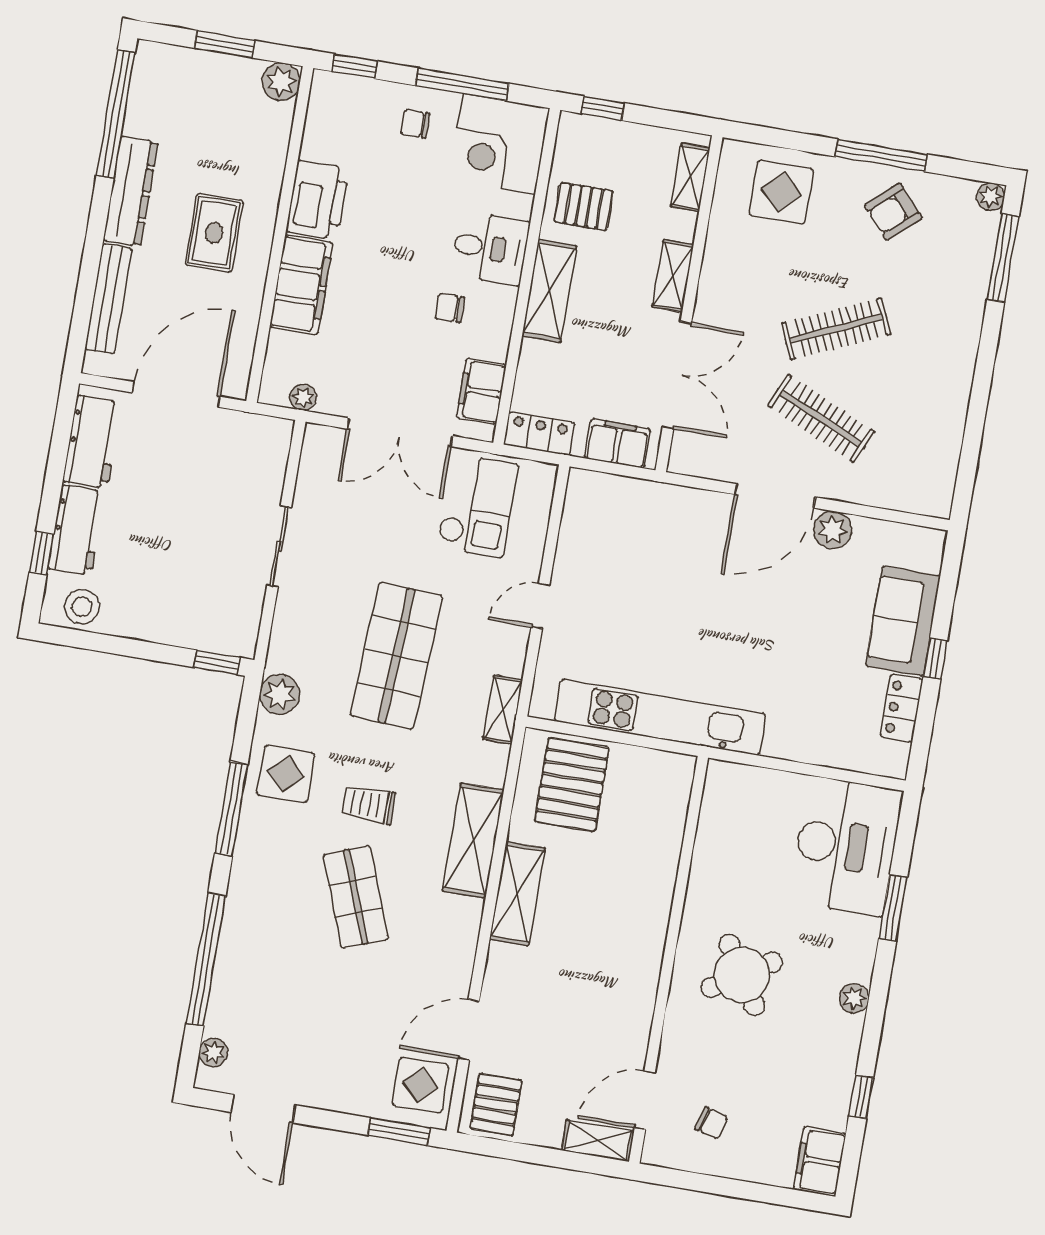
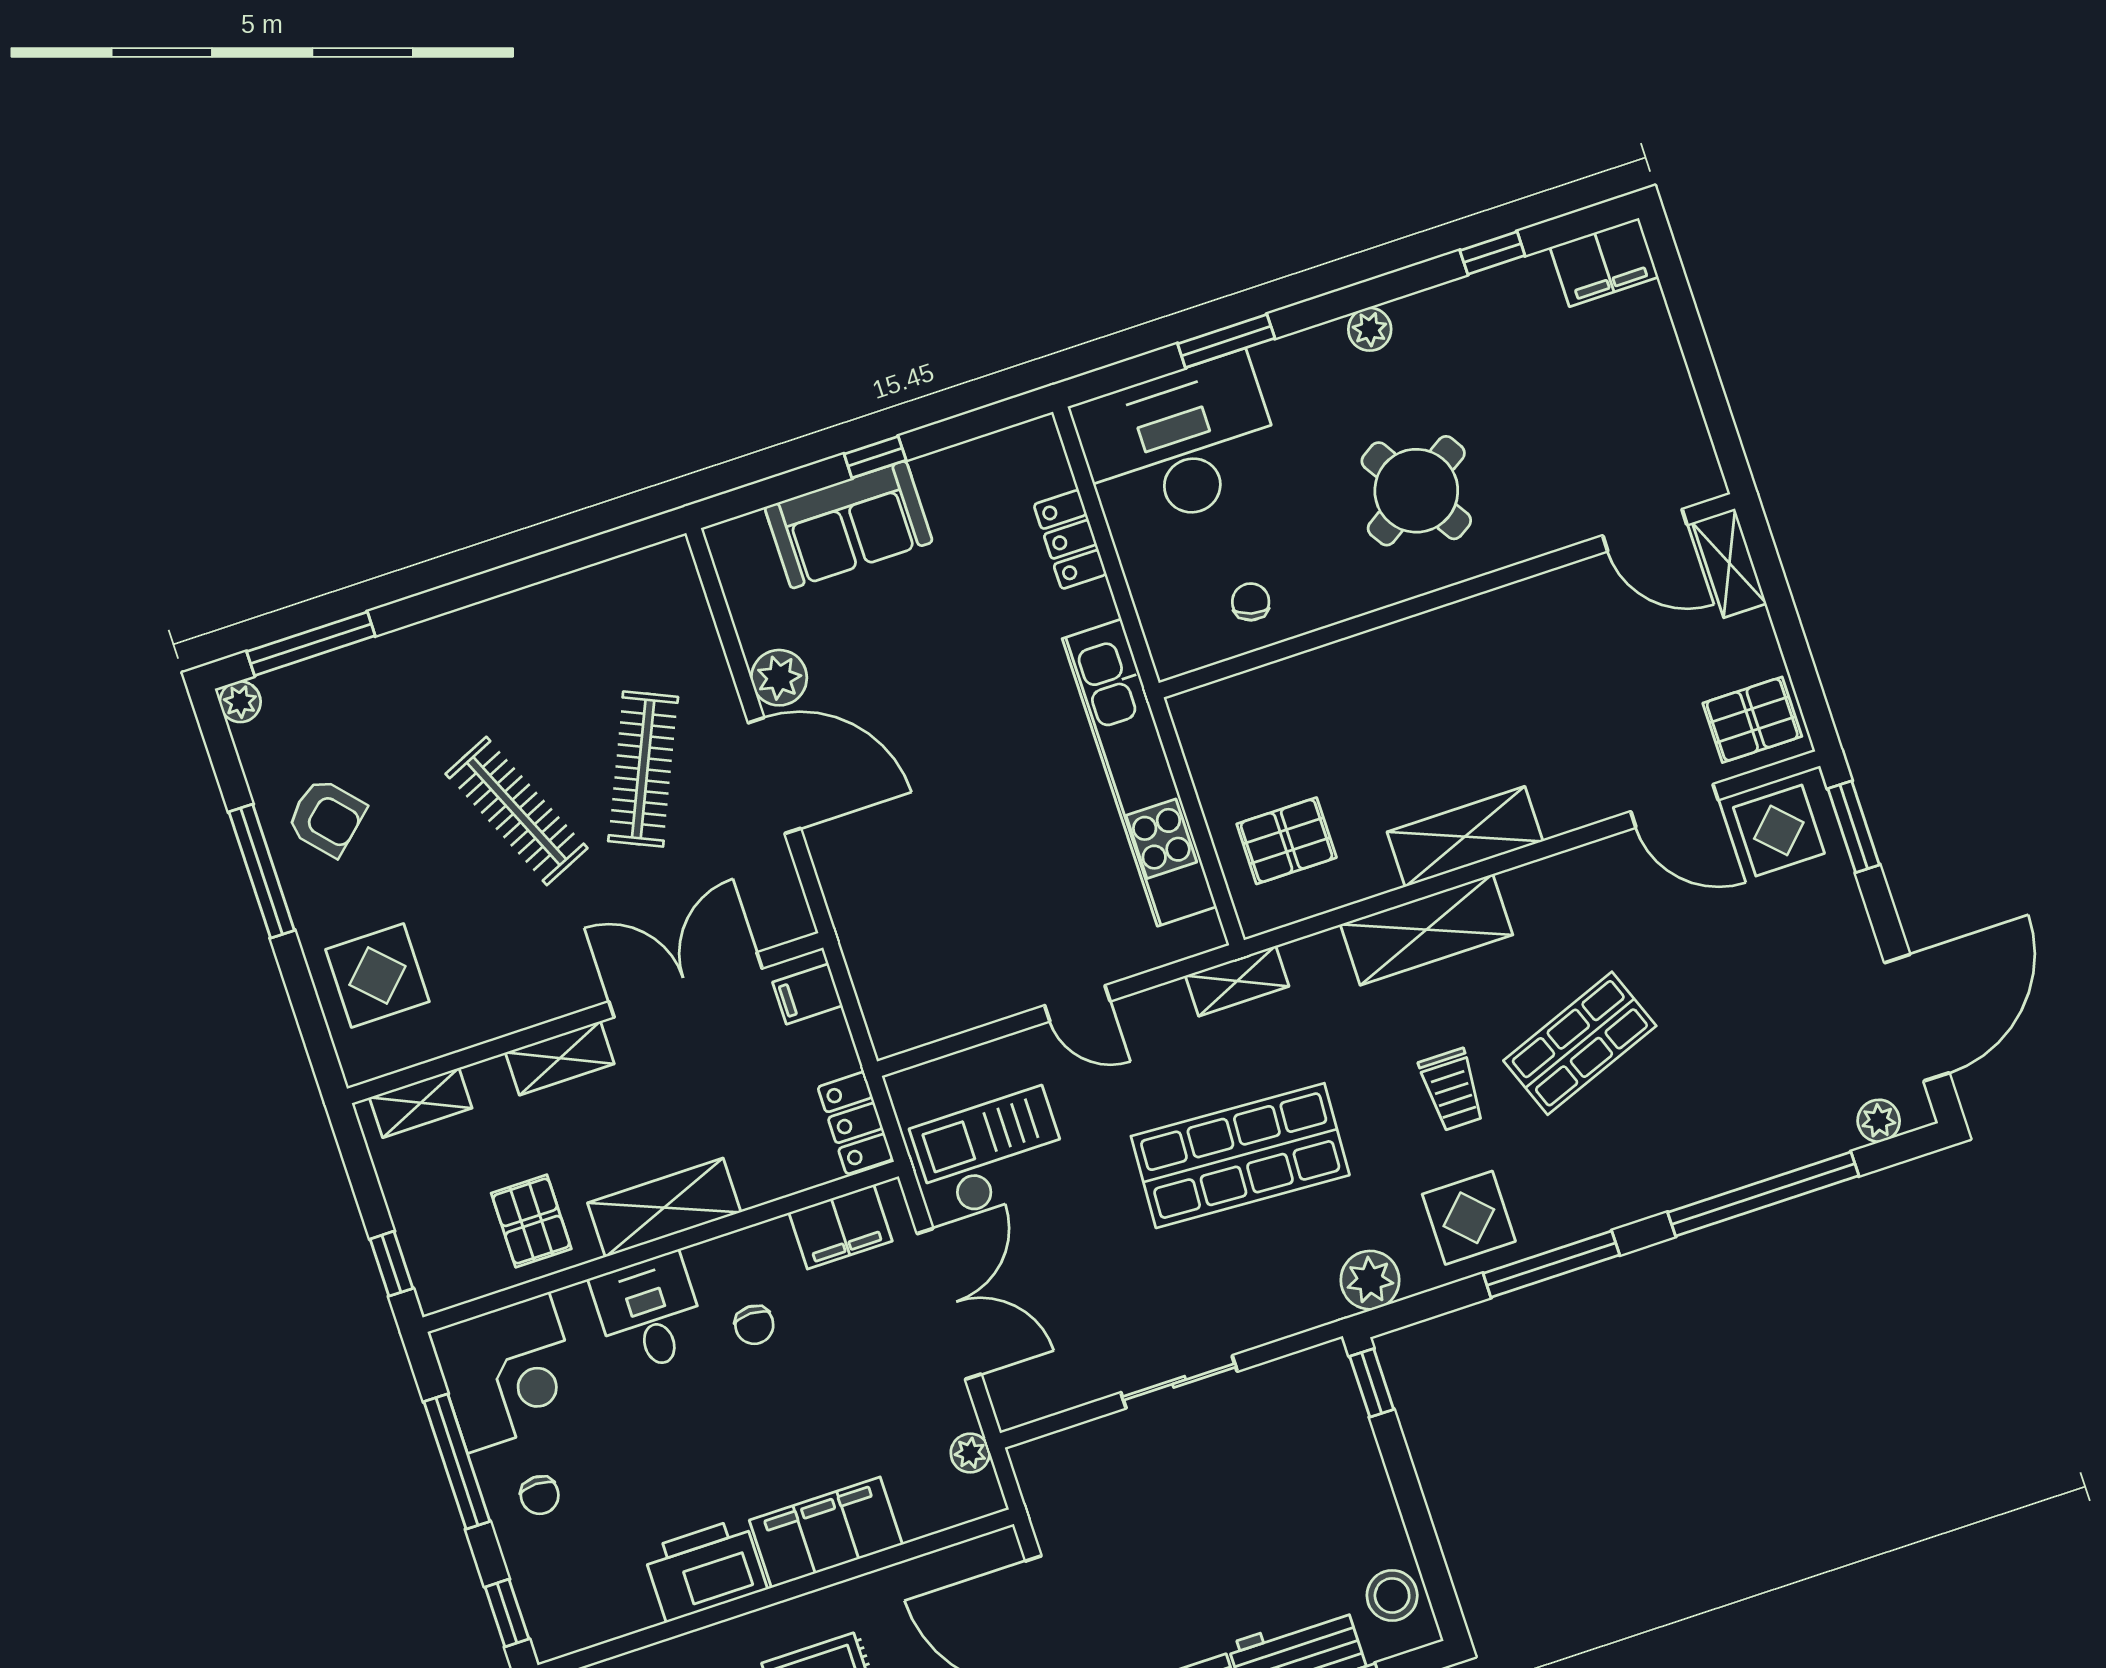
filing cabinet: (618, 443) -> (808, 994), width x0.50
locker: (902, 708) -> (1070, 539), moved, turned 90
pallet: (572, 784) -> (1287, 841), width x0.67, depth x0.71
door: (263, 1109) -> (1917, 1018), width x1.36
chair: (711, 1123) -> (1251, 602), moved

